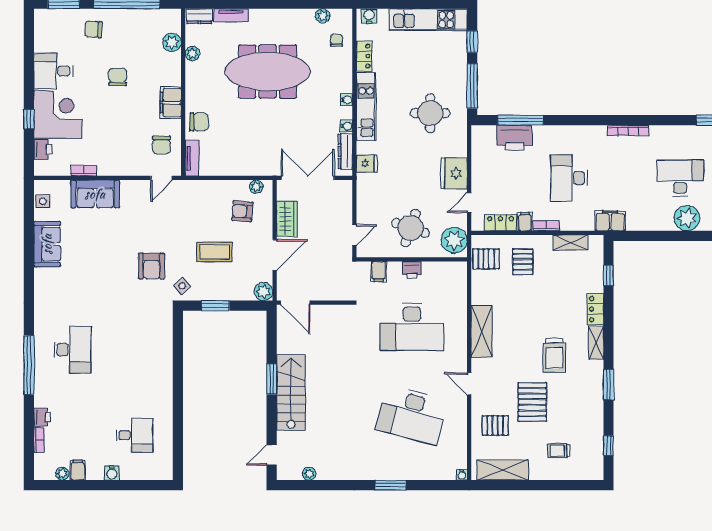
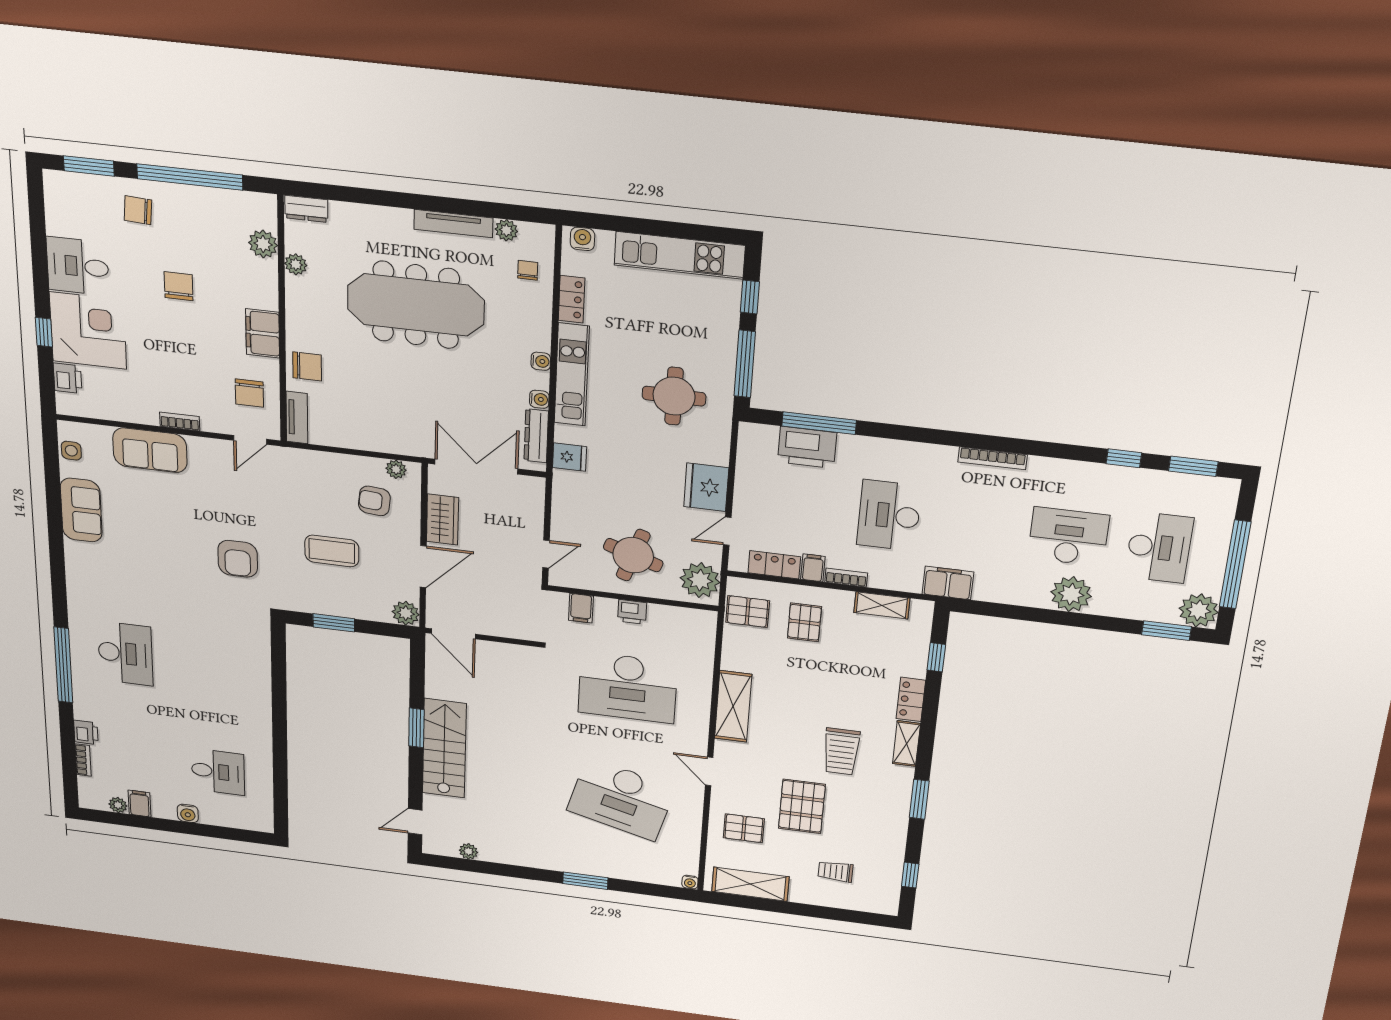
tv unit: (231, 15) -> (453, 224), moved, width x1.41
bookcase: (84, 171) -> (180, 421), moved
side table: (182, 286) -> (284, 591), removed

